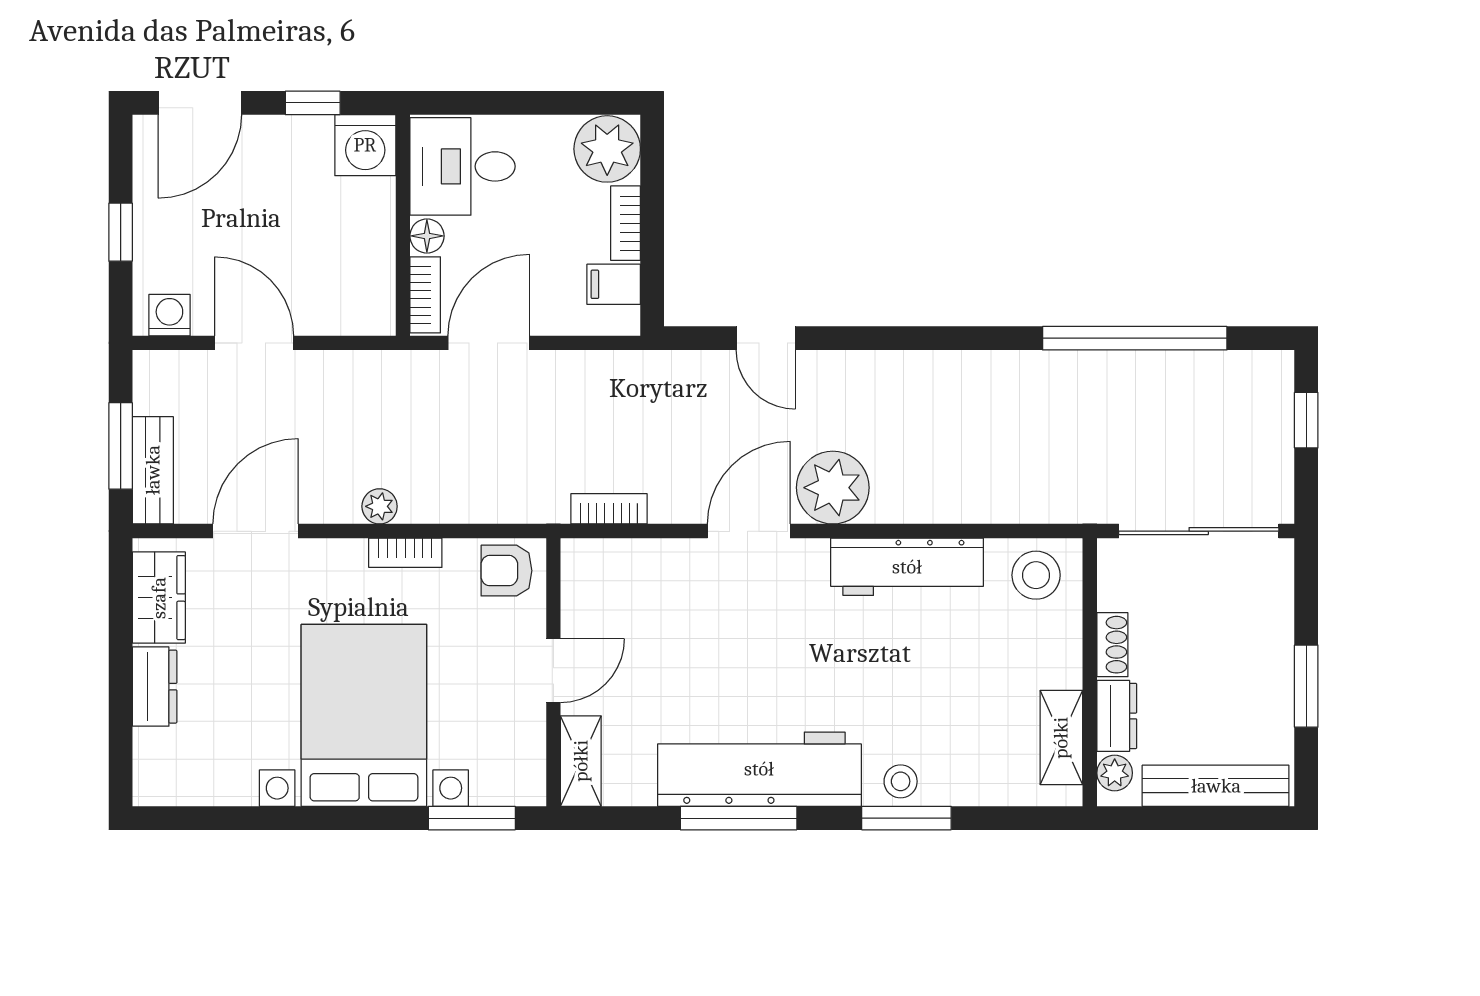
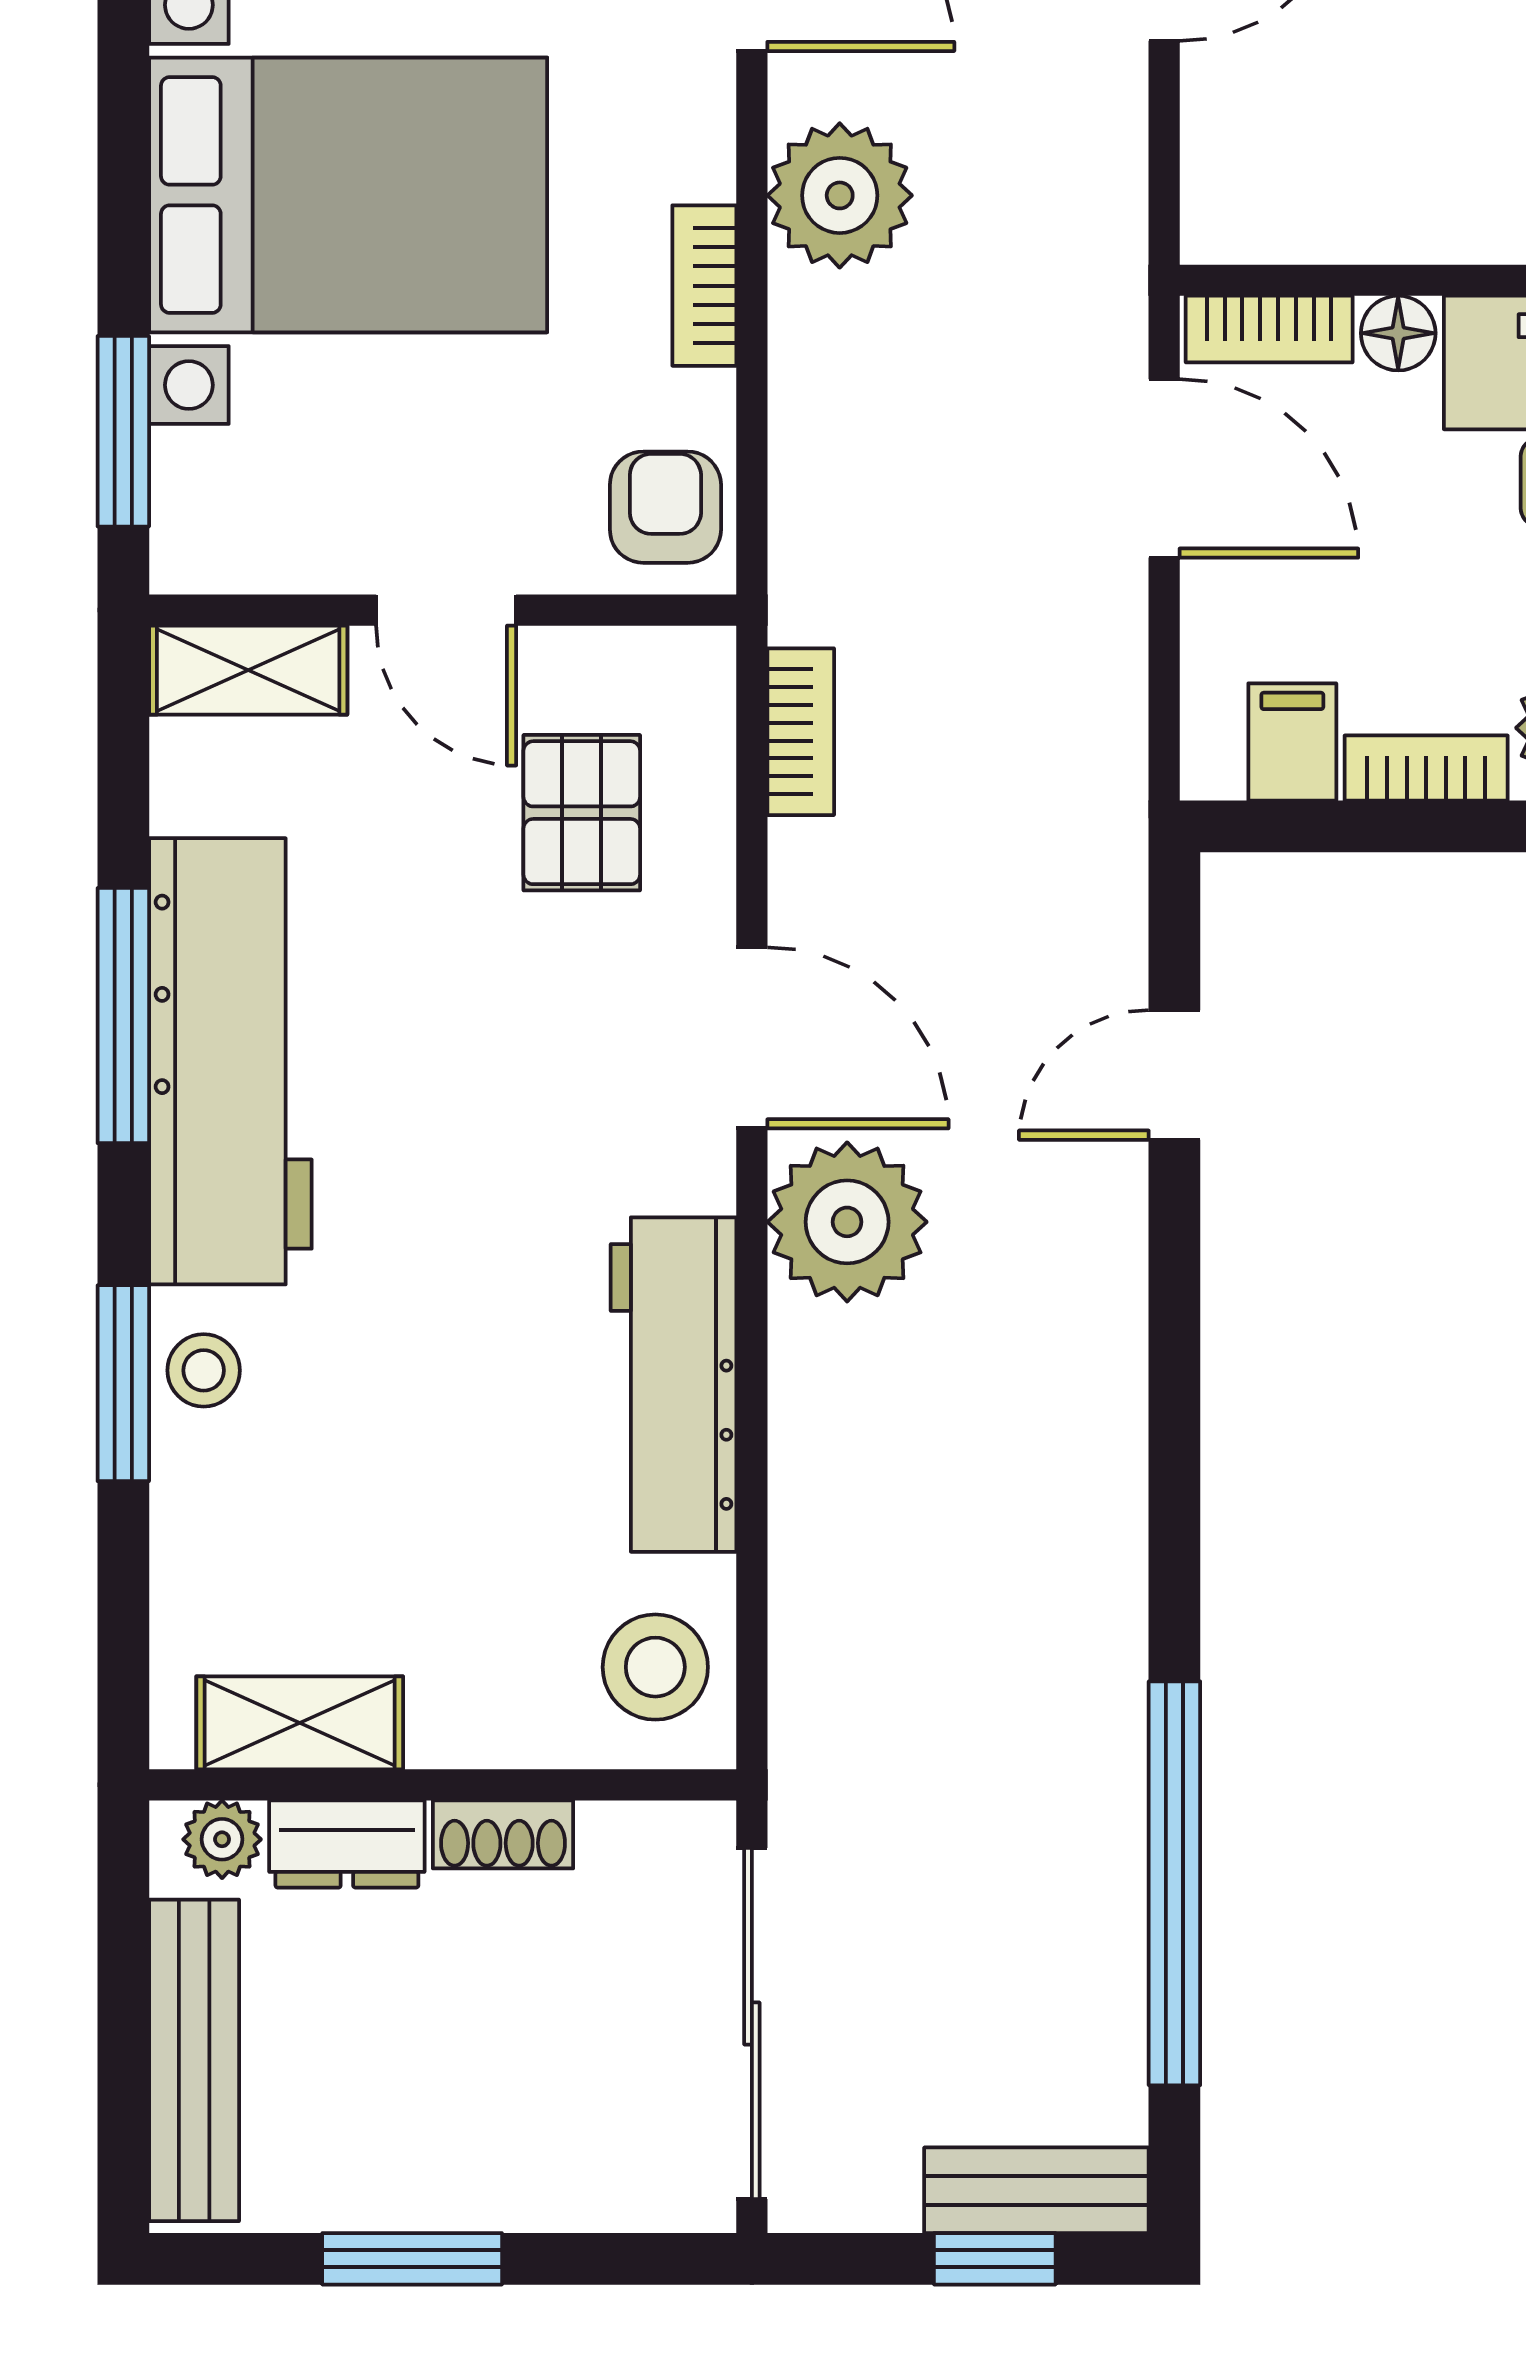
bench: (1275, 401) -> (1036, 2190), added
plant: (380, 506) -> (840, 195), width x1.87, depth x1.87
pallet: (646, 609) -> (582, 813), added

